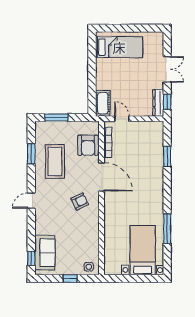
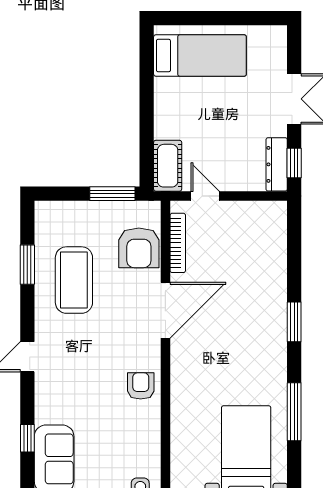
window: (56, 118) -> (112, 194), moved
window: (167, 156) -> (294, 322), moved
door: (102, 177) -> (165, 310), hinge flipped
armchair: (80, 201) -> (141, 386), moved, turned -64
window: (31, 258) -> (27, 438), moved

